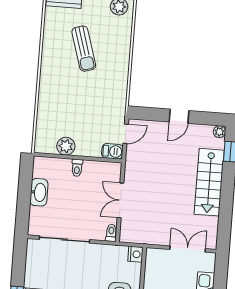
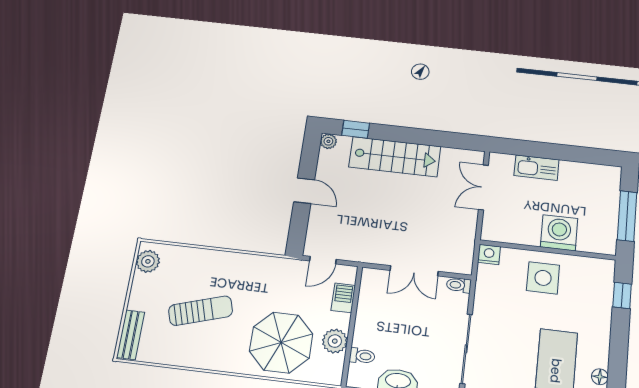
parasol: (63, 108) -> (281, 342), added
door: (126, 134) -> (323, 260), swing flipped
barbecue: (112, 151) -> (343, 298), moved
toilet: (77, 168) -> (362, 356), moved

